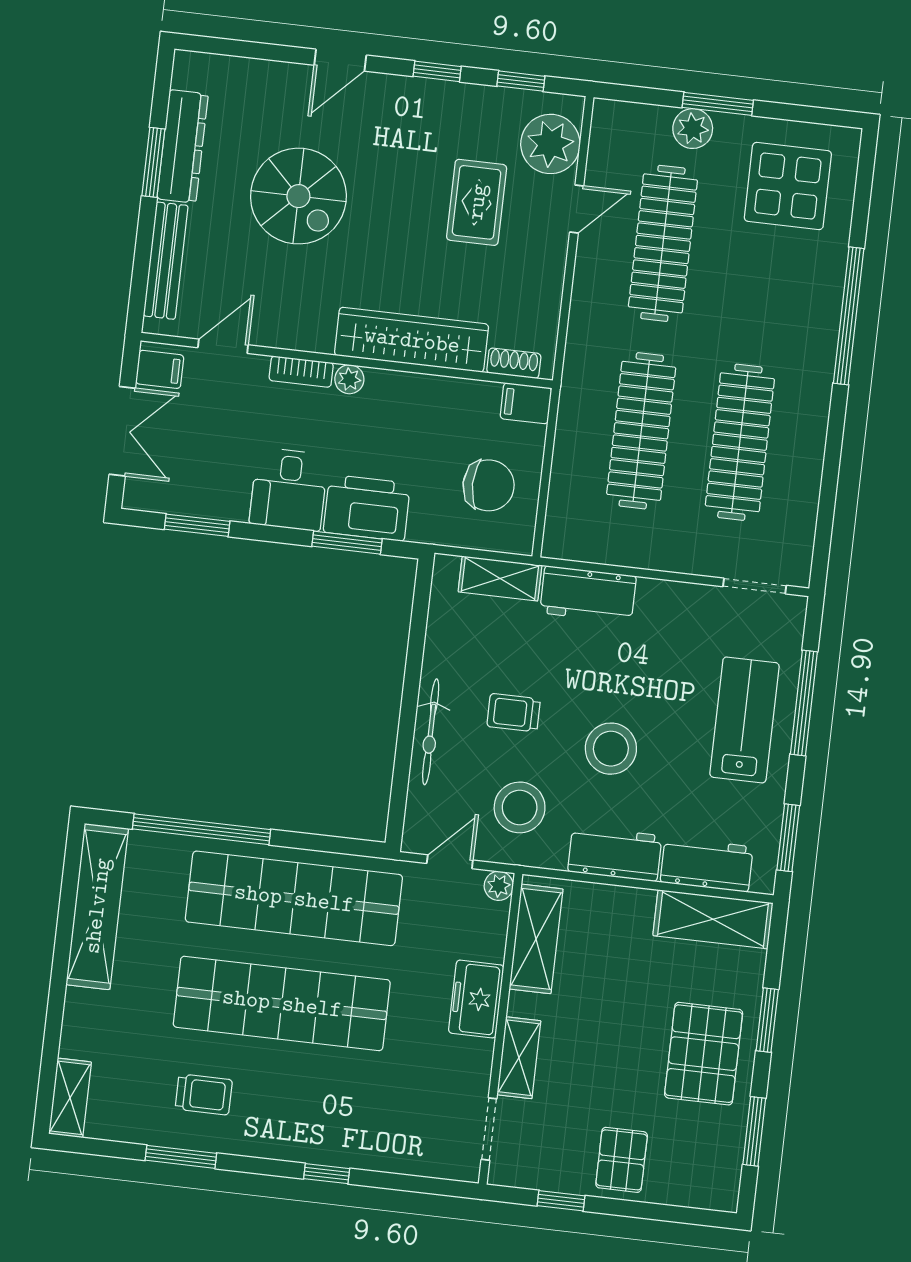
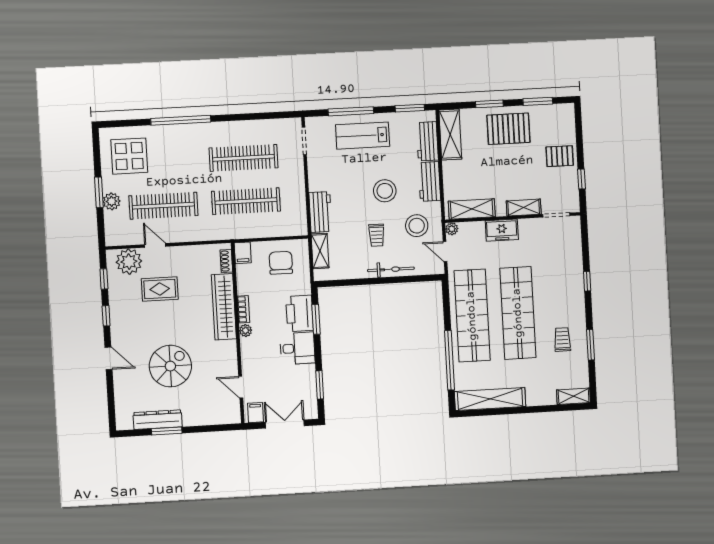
bench: (166, 261) -> (208, 418), removed
bookcase: (301, 372) -> (243, 309), moved

